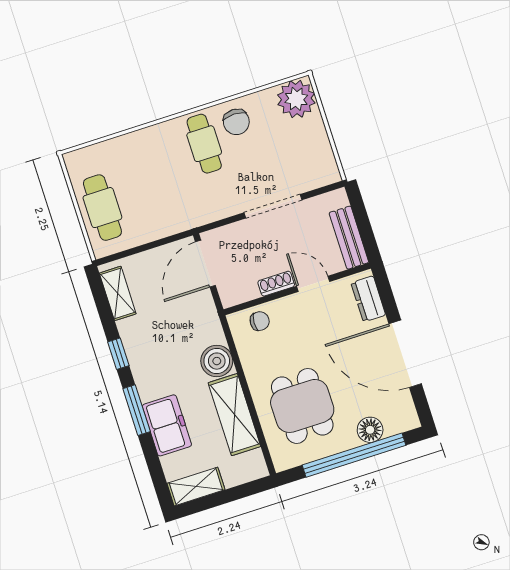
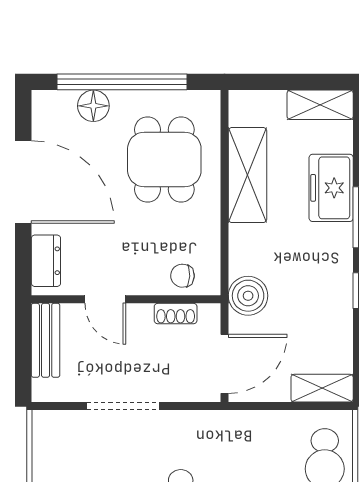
shoe rack: (276, 284) -> (176, 314), moved
shelving: (118, 293) -> (322, 388), moved, turned 90
boiler: (217, 361) -> (248, 296), moved

